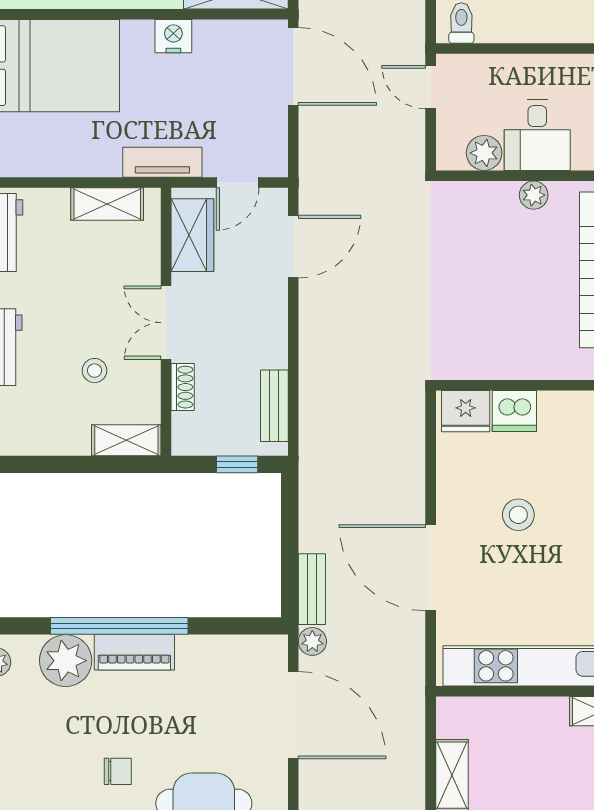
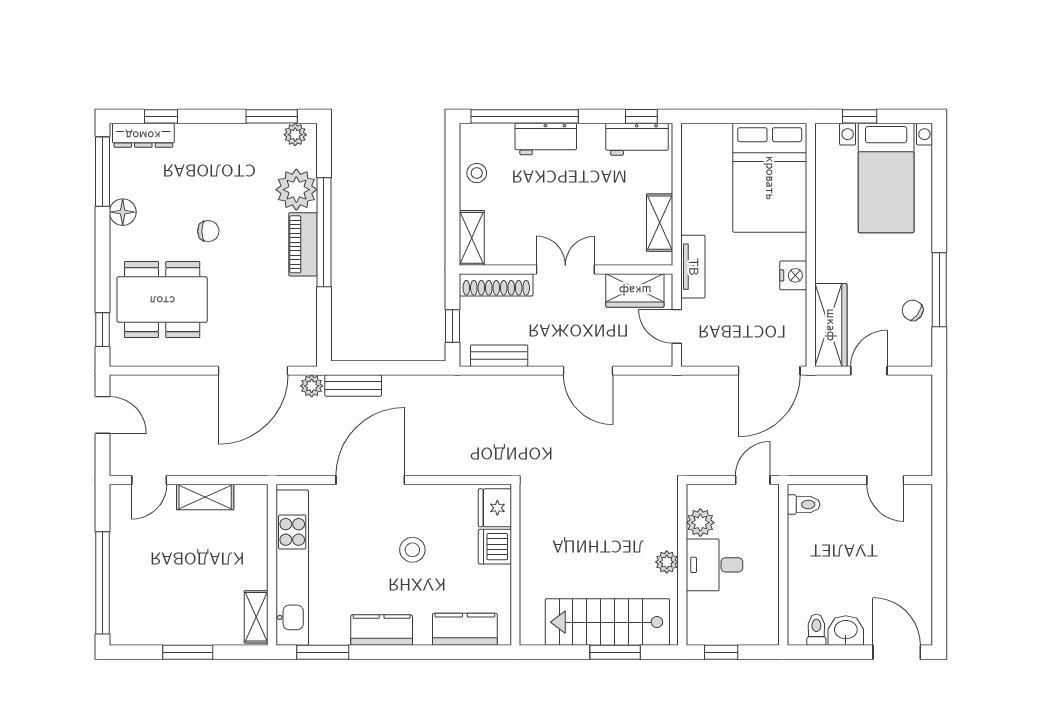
door: (293, 247) -> (588, 371), moved
stool: (95, 371) -> (477, 173), moved
shoe rack: (183, 387) -> (496, 285), width x1.94, depth x1.24
chair: (118, 771) -> (208, 231), turned -90

